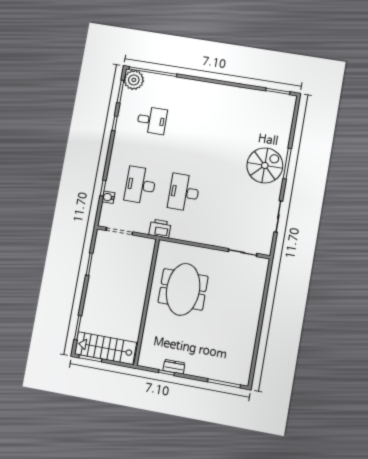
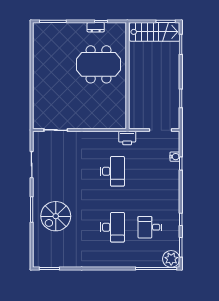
spiral stairs: (265, 165) -> (56, 216), moved
desk: (140, 185) -> (113, 227), moved
meeting table: (183, 289) -> (99, 64), moved, turned 90

